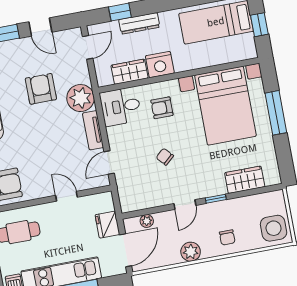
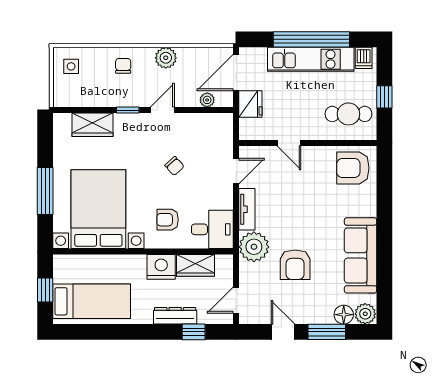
armchair: (162, 108) -> (168, 220), turned 180
side table: (274, 228) -> (71, 66), width x0.54, depth x0.54

